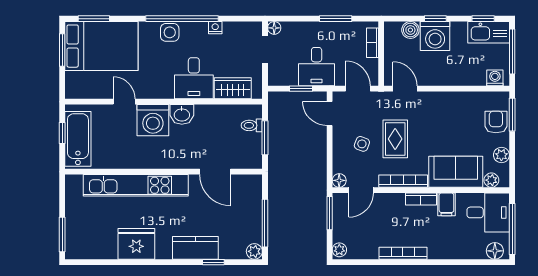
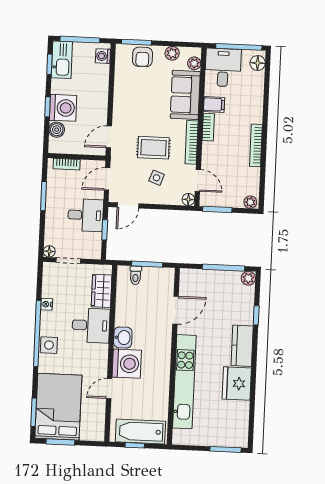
armchair: (496, 122) -> (142, 57), turned -90
kitchen counter: (195, 248) -> (242, 346), moved

